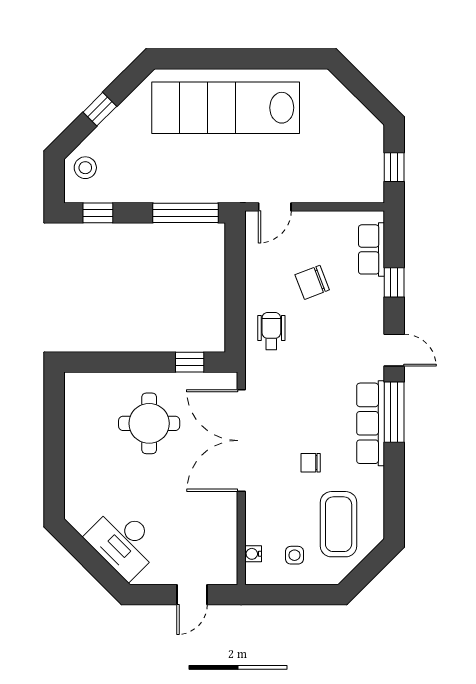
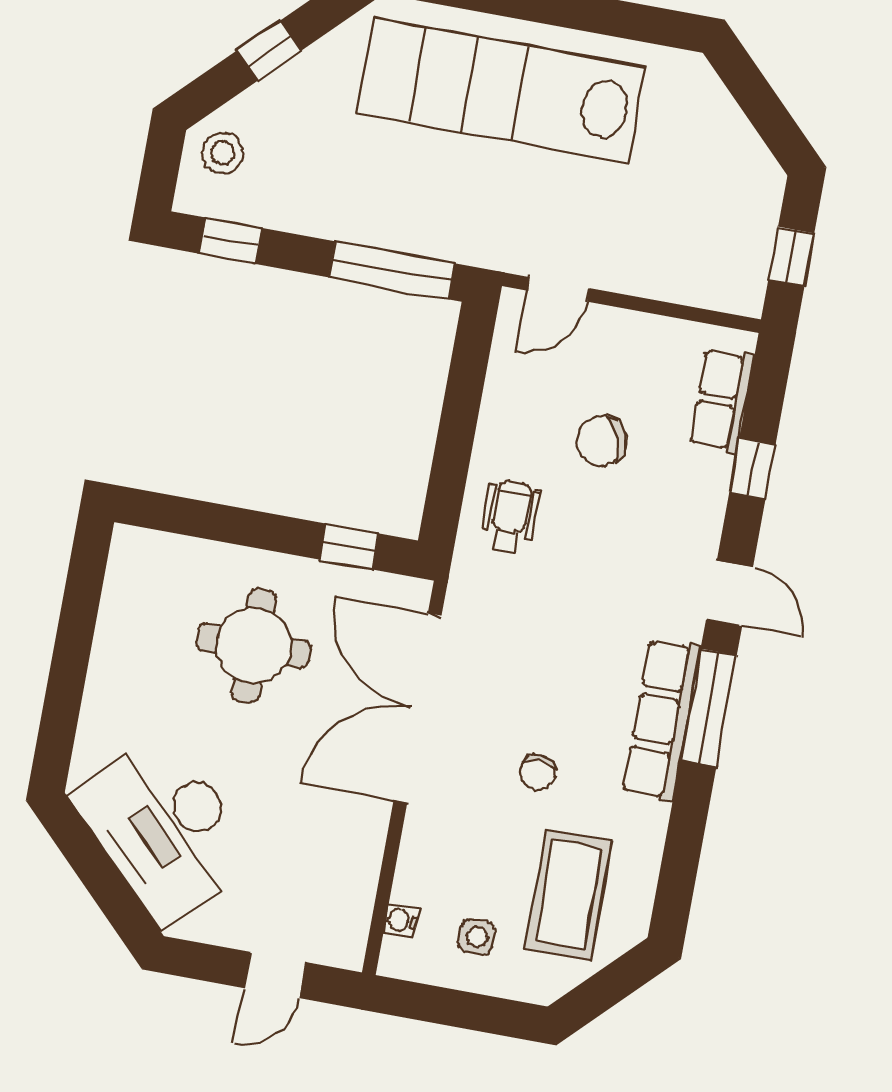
chair: (311, 463) -> (538, 772), turned -90
desk: (123, 542) -> (165, 829), width x1.36, depth x1.30

